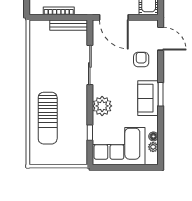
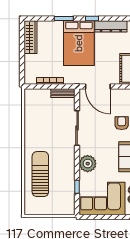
bench: (69, 25) -> (63, 93), width x0.73
sun lounger: (48, 118) -> (40, 174), turned 180

